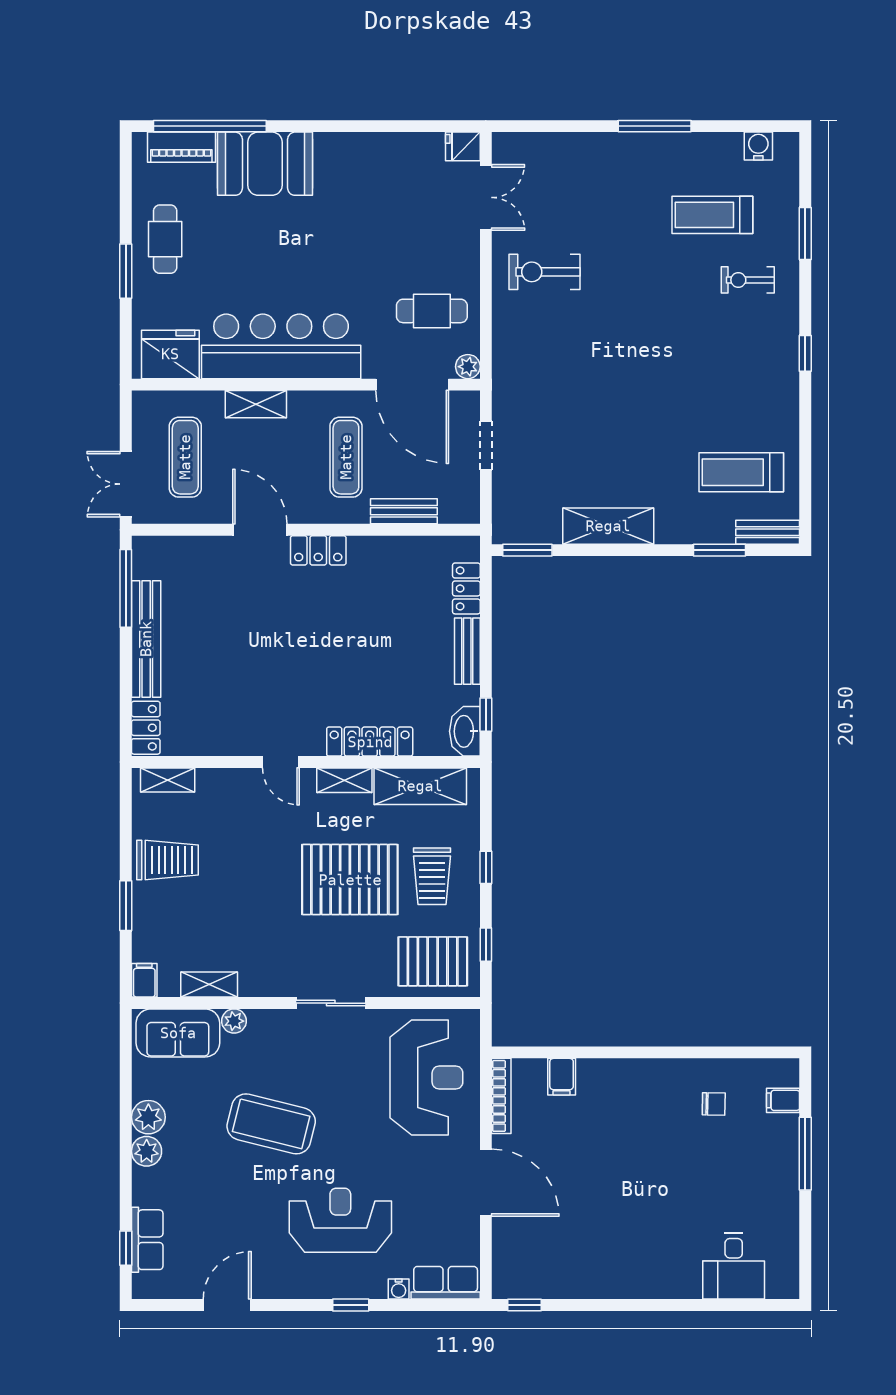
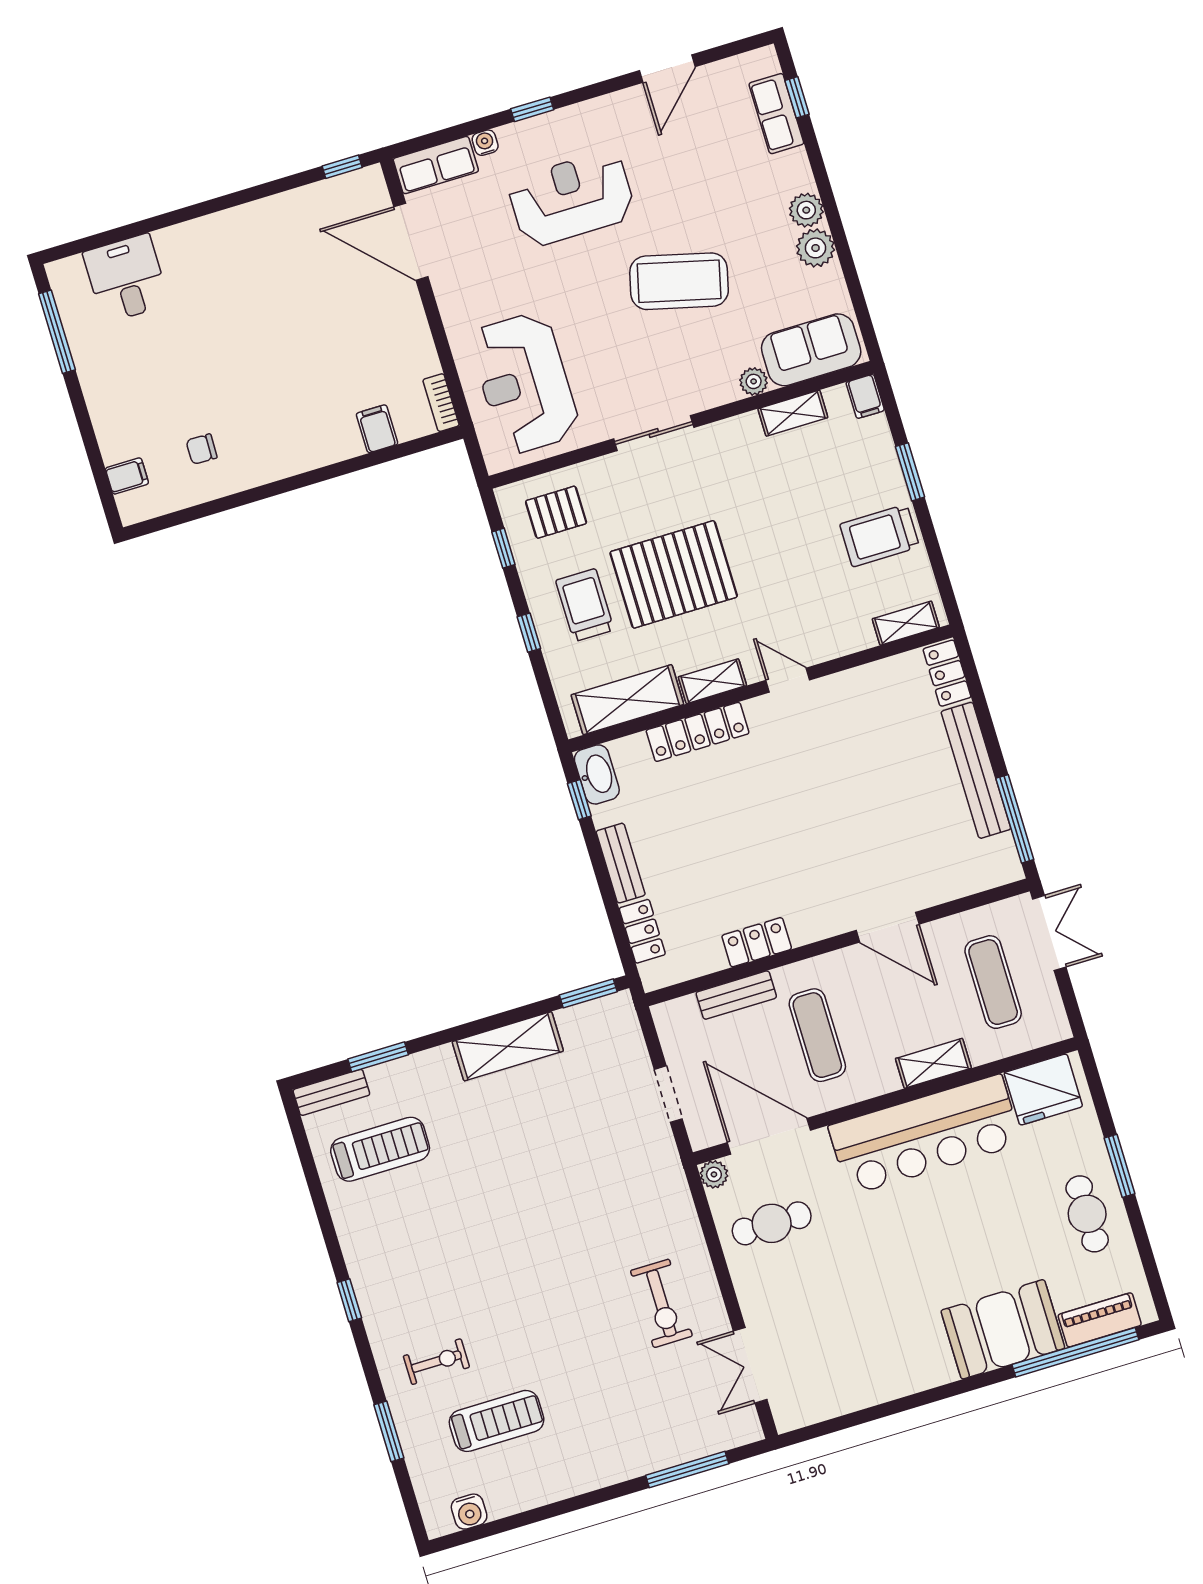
window: (655, 126) -> (687, 1469), moved
fridge: (463, 146) -> (792, 1414), removed
exercise bike: (545, 272) -> (661, 1303), turned 90
locker: (318, 550) -> (757, 942), moved
pallet: (433, 961) -> (556, 512), width x0.67, depth x0.71
bookcase: (501, 1096) -> (441, 403), width x0.64
window: (805, 1154) -> (57, 332), moved
door: (486, 1183) -> (411, 242), moved
reception desk: (340, 1220) -> (572, 199), turned 180

